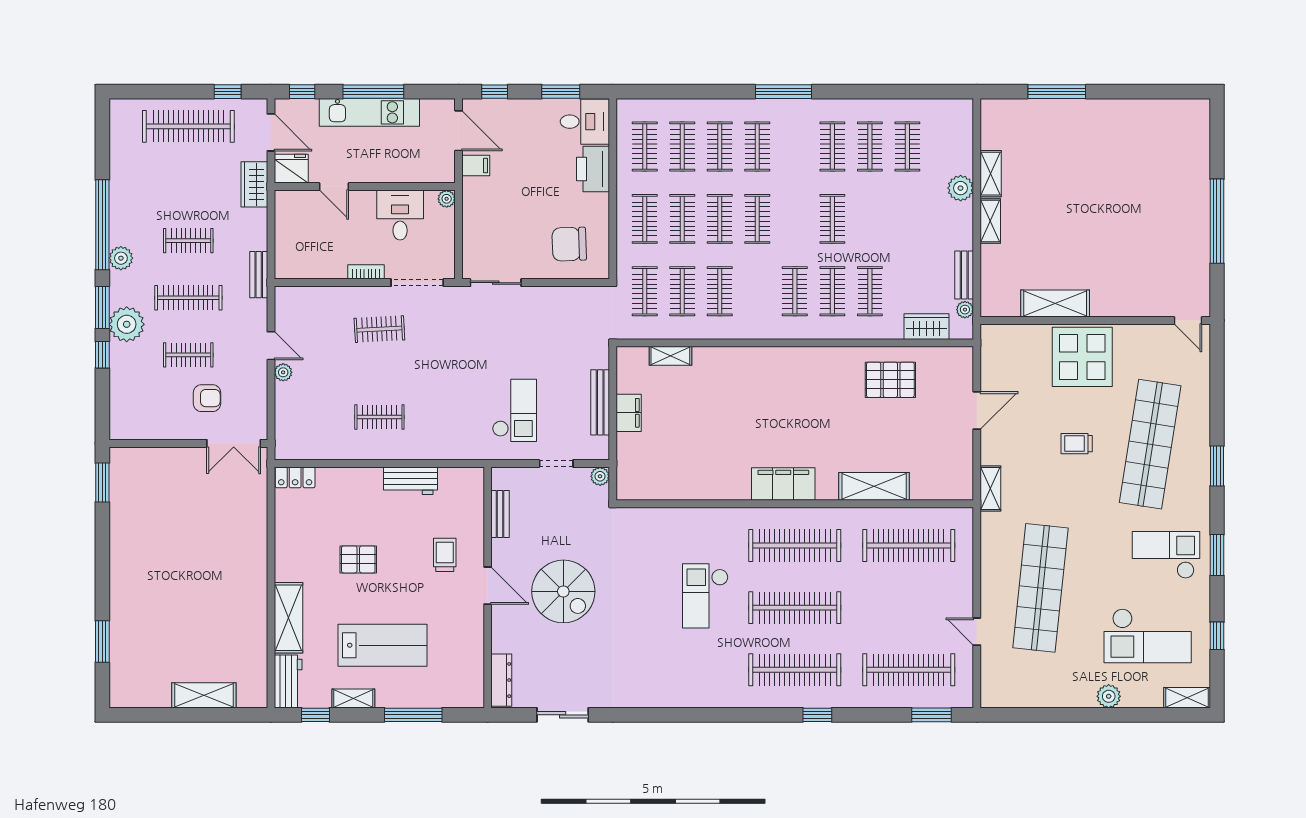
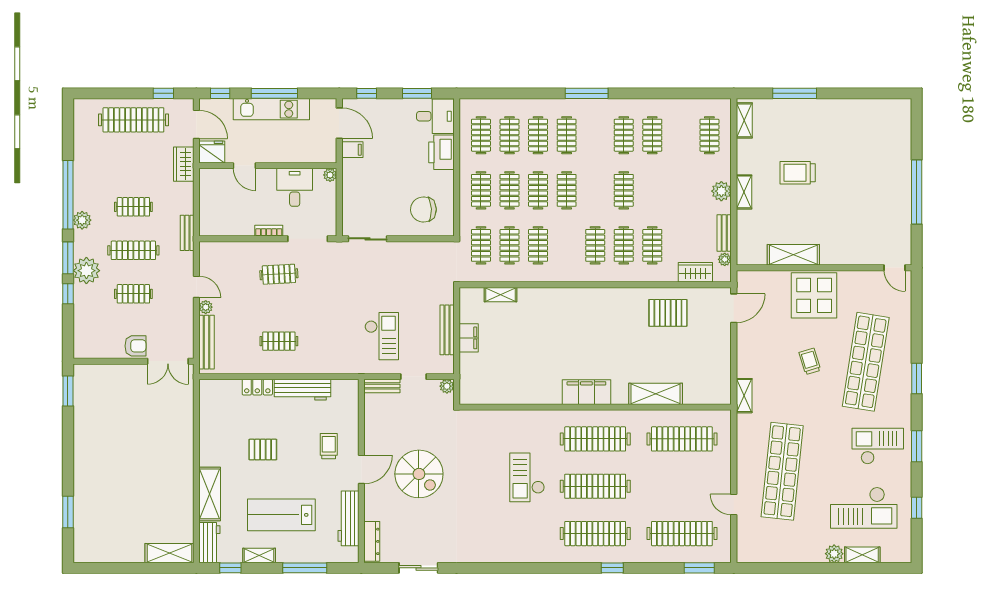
clothes rail: (907, 147) -> (709, 135), moved
shelving: (991, 174) -> (744, 120), moved
plant: (961, 188) -> (721, 191), moved
trolley: (1061, 196) -> (798, 173), added
armchair: (207, 398) -> (135, 346), moved
door: (977, 410) -> (734, 308), moved
bench: (284, 418) -> (206, 342), added
trolley: (1077, 444) -> (810, 361), turned 73
locker: (295, 477) -> (257, 387), moved
workbench: (410, 481) -> (303, 390), width x1.38
bench: (500, 514) -> (382, 386), moved, turned 90
door: (488, 586) -> (361, 469), hinge flipped
lab bench: (383, 645) -> (281, 515), turned 180
workbench: (471, 650) -> (348, 518), added
shelving: (204, 695) -> (169, 553), moved
shelving: (1187, 698) -> (862, 555), moved

